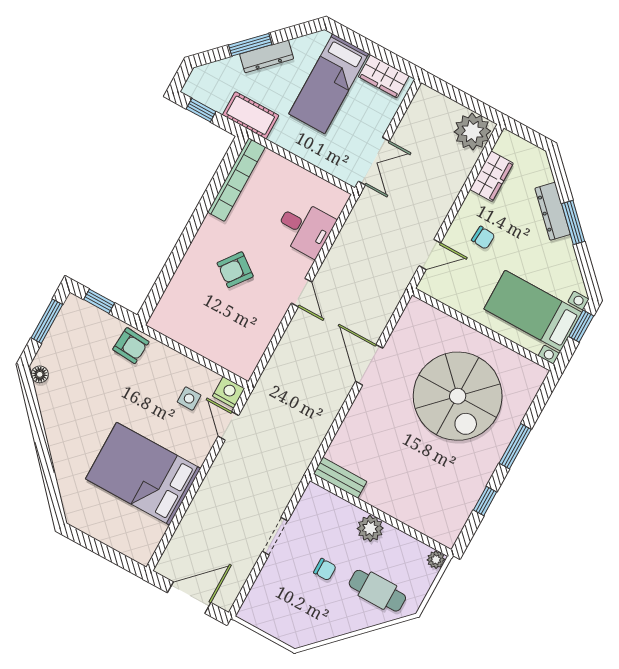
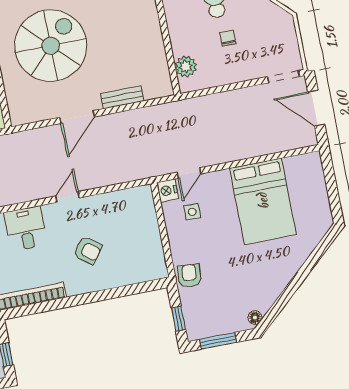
bench: (340, 478) -> (122, 97), moved, turned 90
plant: (370, 528) -> (186, 66), moved
doorway: (275, 536) -> (283, 77), moved

